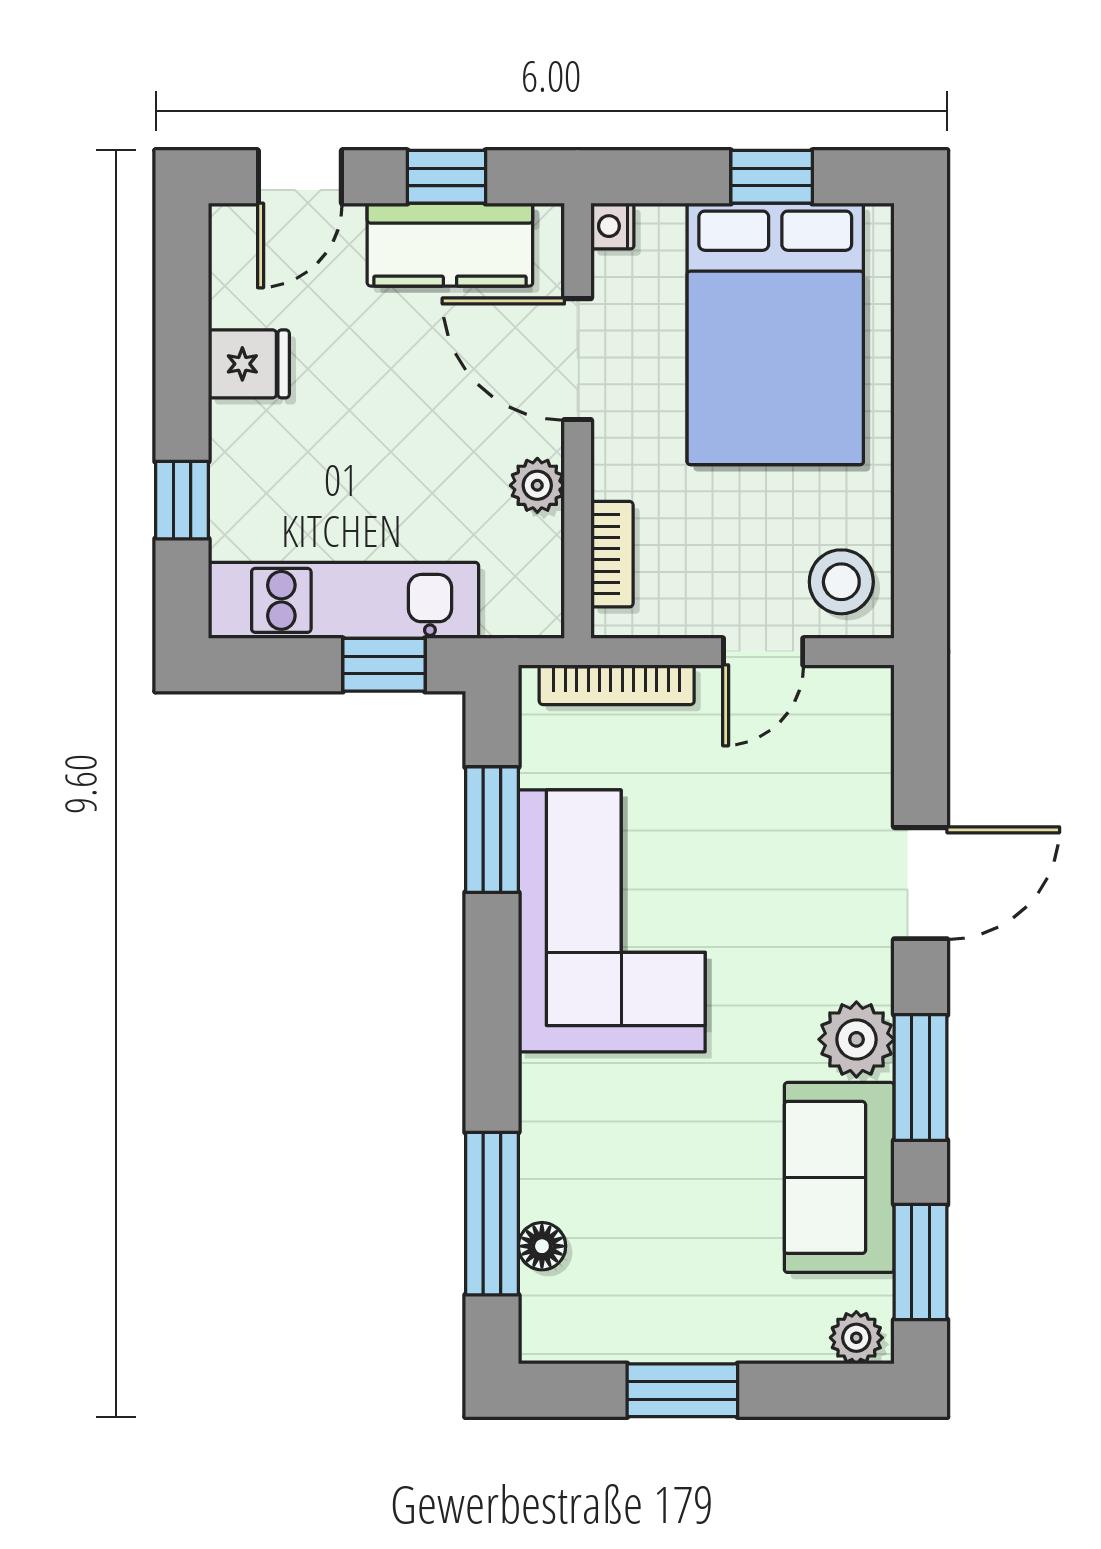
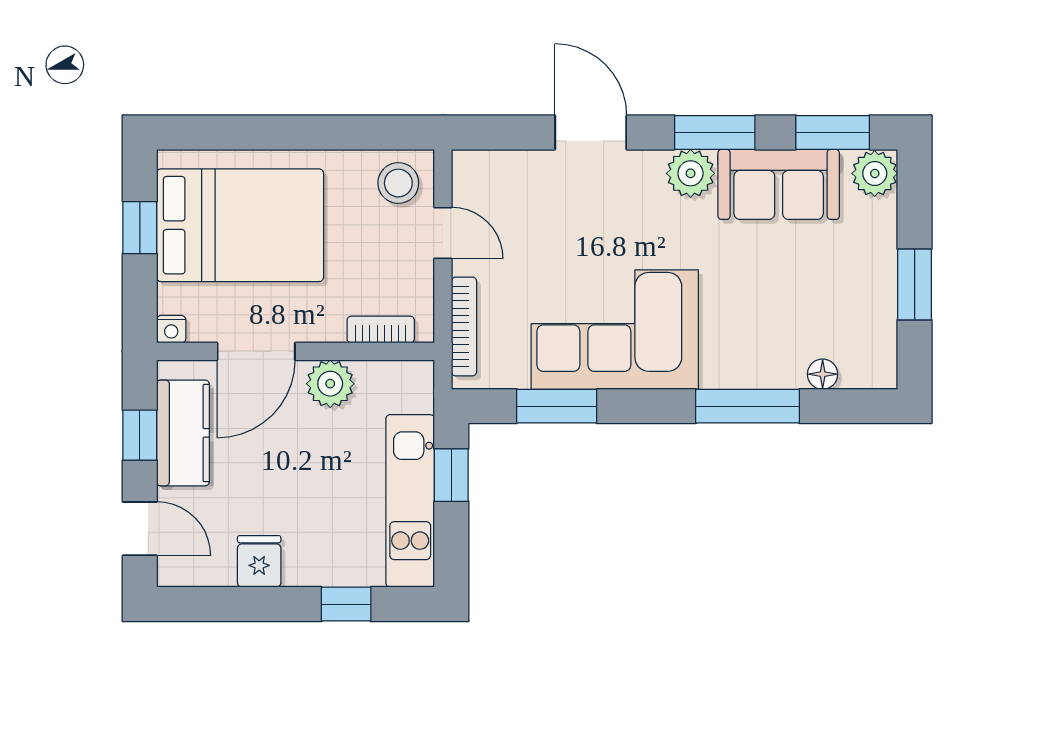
plant: (537, 485) -> (330, 384), width x1.38, depth x1.38
window: (492, 1214) -> (748, 406), moved
plant: (856, 1338) -> (875, 173), width x1.38, depth x1.38

